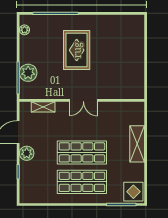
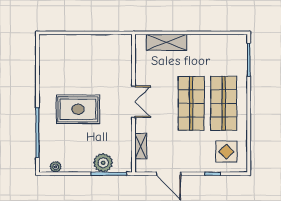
shelving: (137, 144) -> (166, 42), moved
plant: (27, 153) -> (192, 164), removed
display table: (133, 192) -> (226, 152), moved

